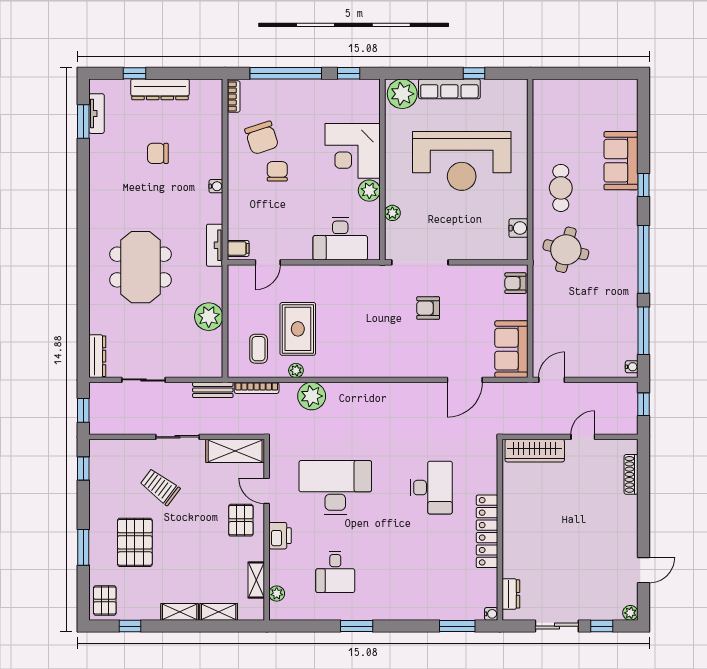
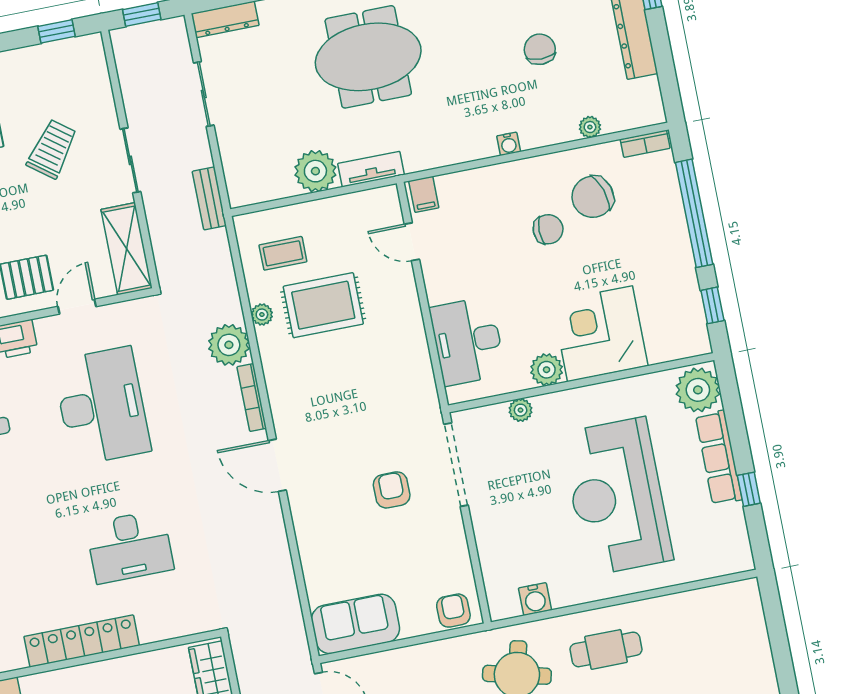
plant: (215, 131) -> (590, 127), added
tv unit: (215, 245) -> (371, 169), moved
door: (465, 380) -> (277, 465), moved
bookcase: (257, 388) -> (252, 397), moved

